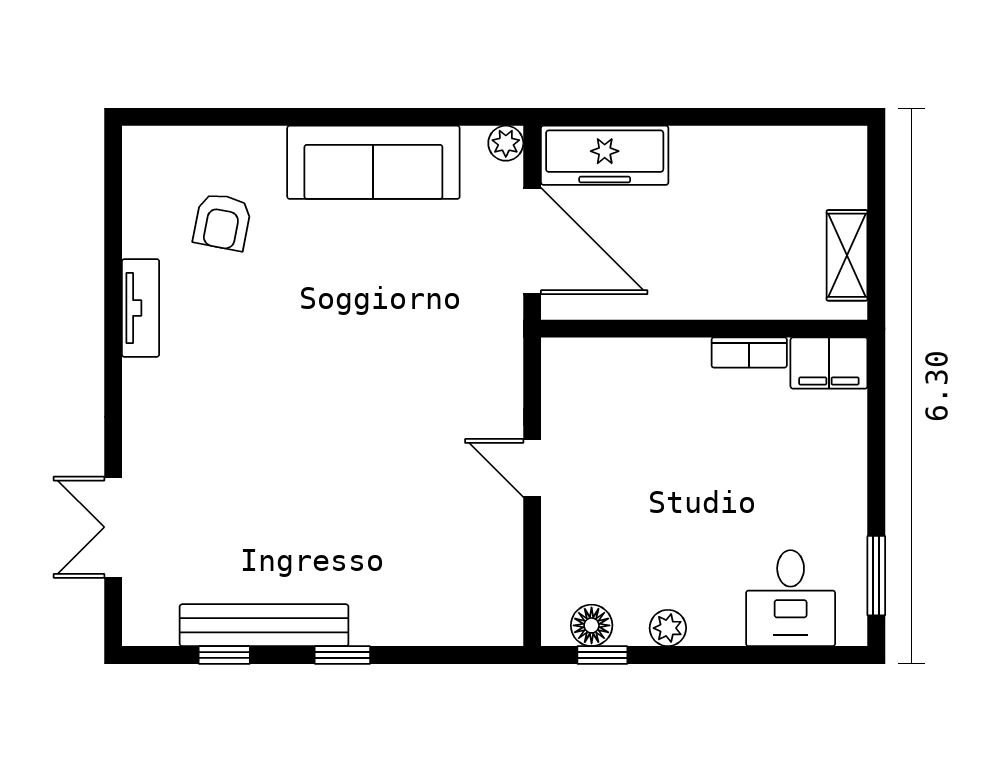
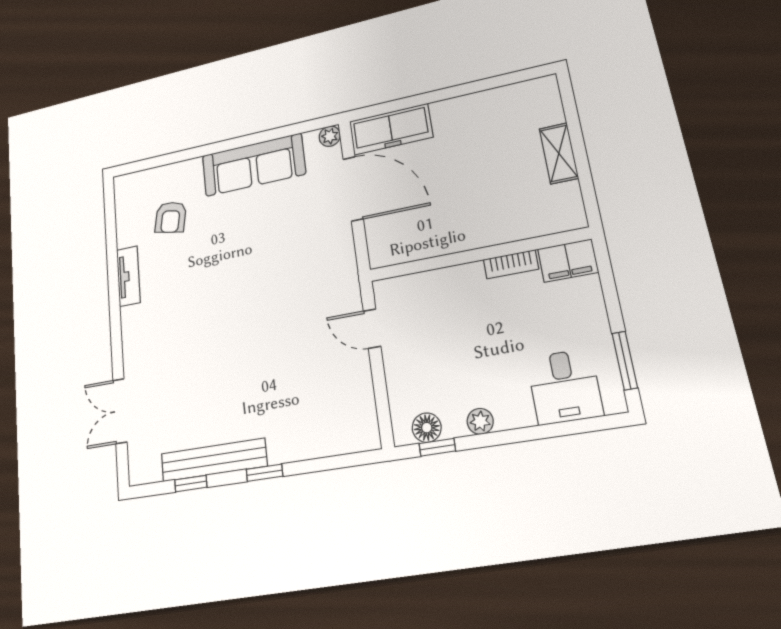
wall: (704, 329) -> (478, 255), moved
bookcase: (749, 353) -> (511, 264), moved
filing cabinet: (829, 363) -> (568, 261), moved

